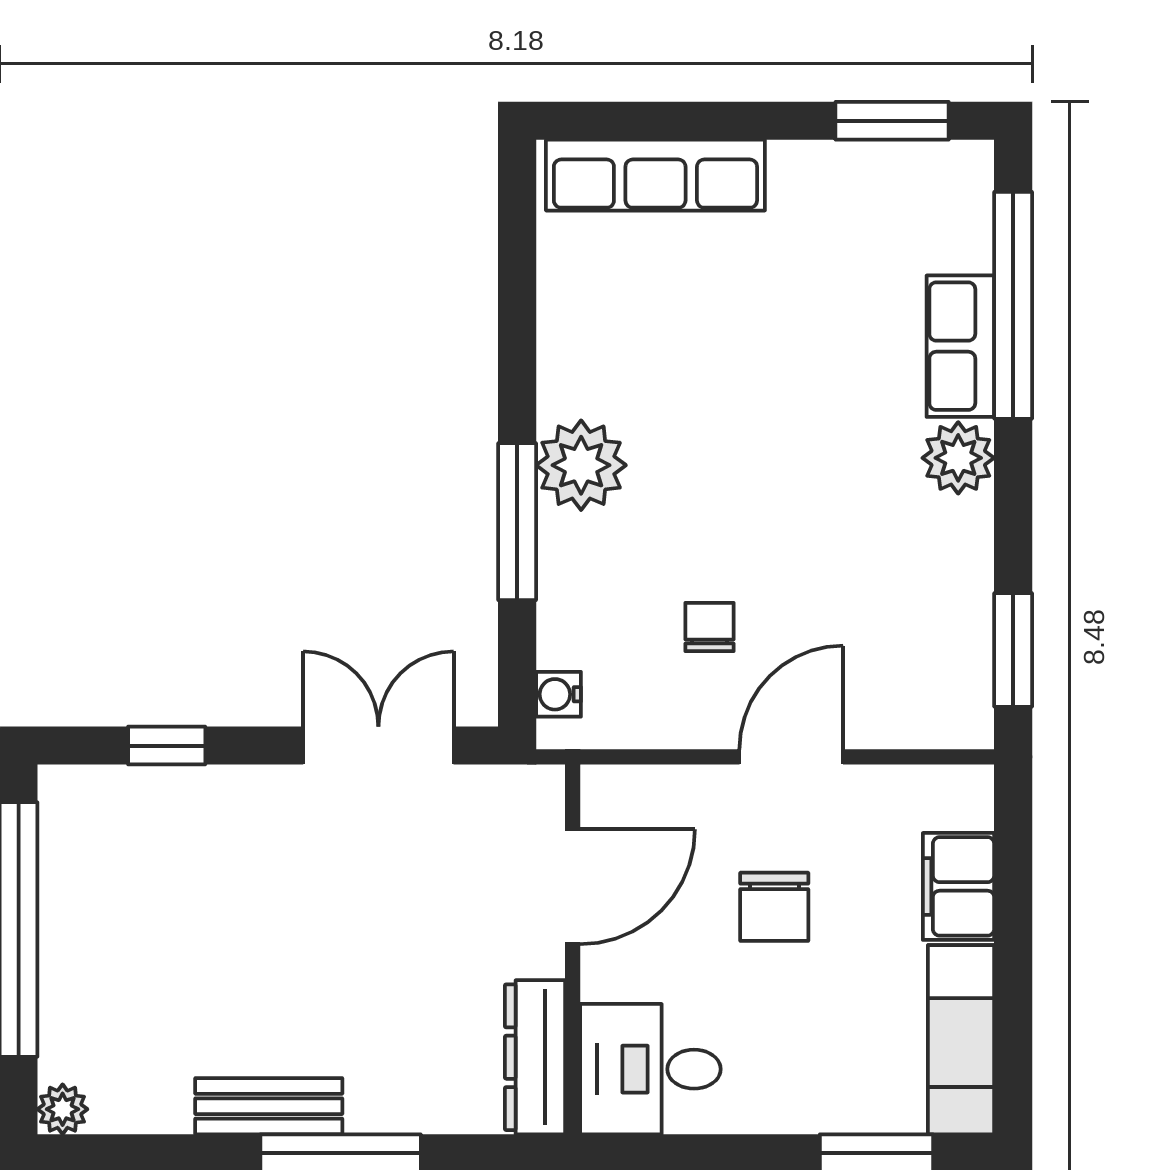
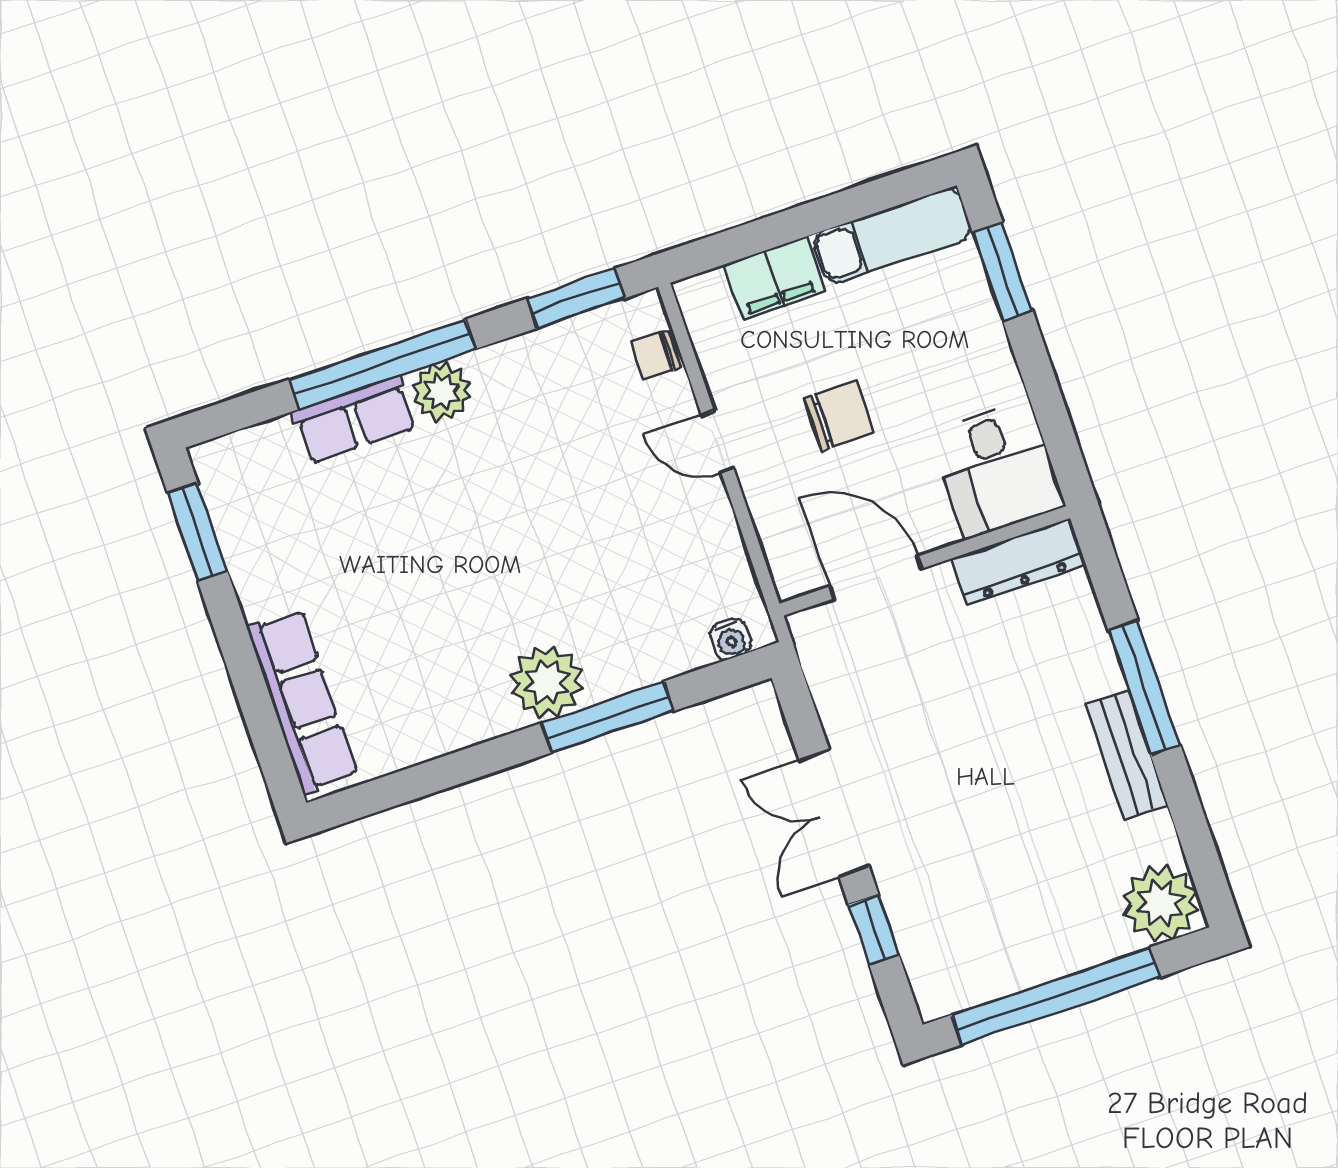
window: (1013, 305) -> (382, 364), moved
chair: (709, 627) -> (656, 355), moved
double door: (378, 746) -> (834, 813), moved
door: (791, 757) -> (718, 442), width x0.73
plant: (63, 1109) -> (1161, 903), width x1.88, depth x1.88

